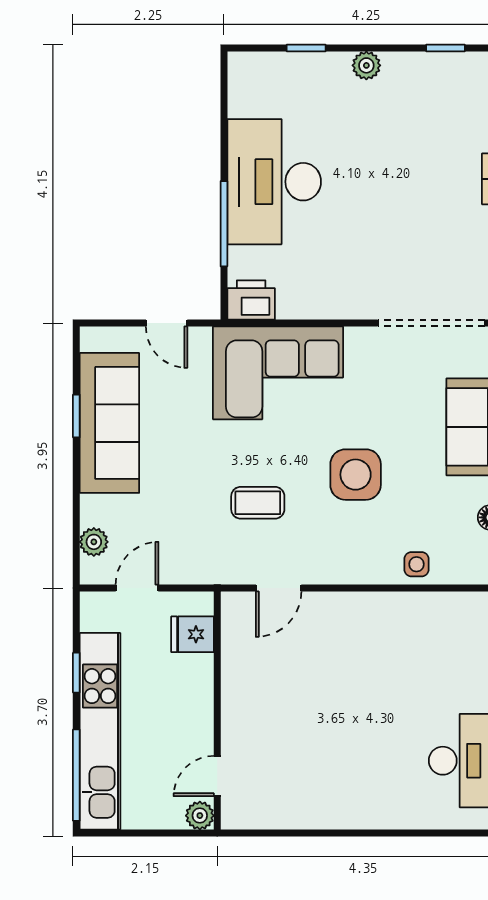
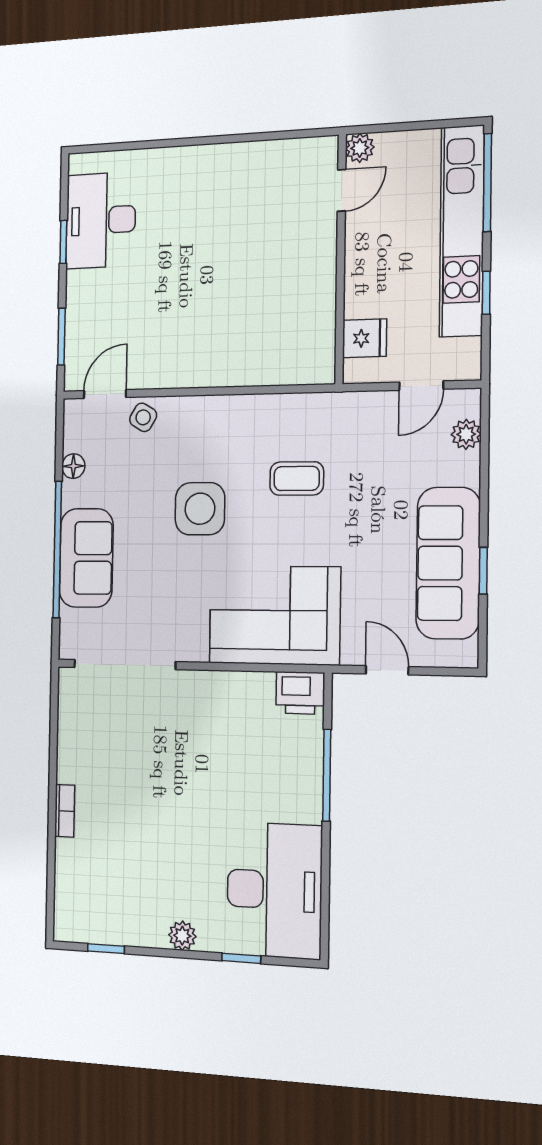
desk: (274, 182) -> (274, 890), moved
side table: (416, 564) -> (143, 417), turned 31
door: (279, 588) -> (105, 394), moved

